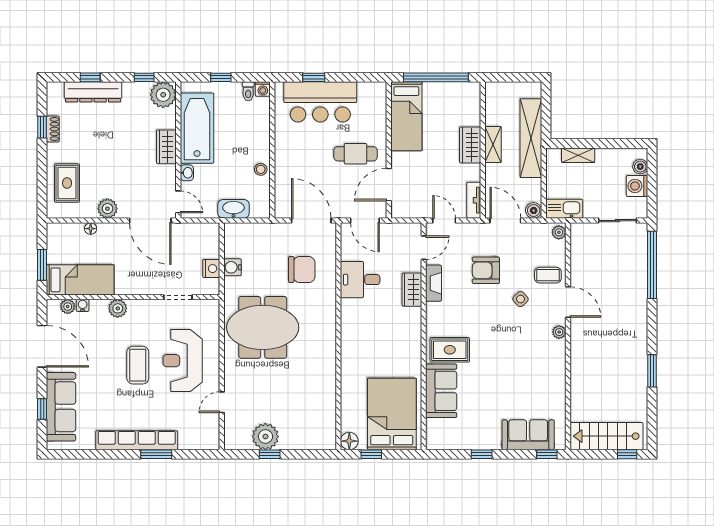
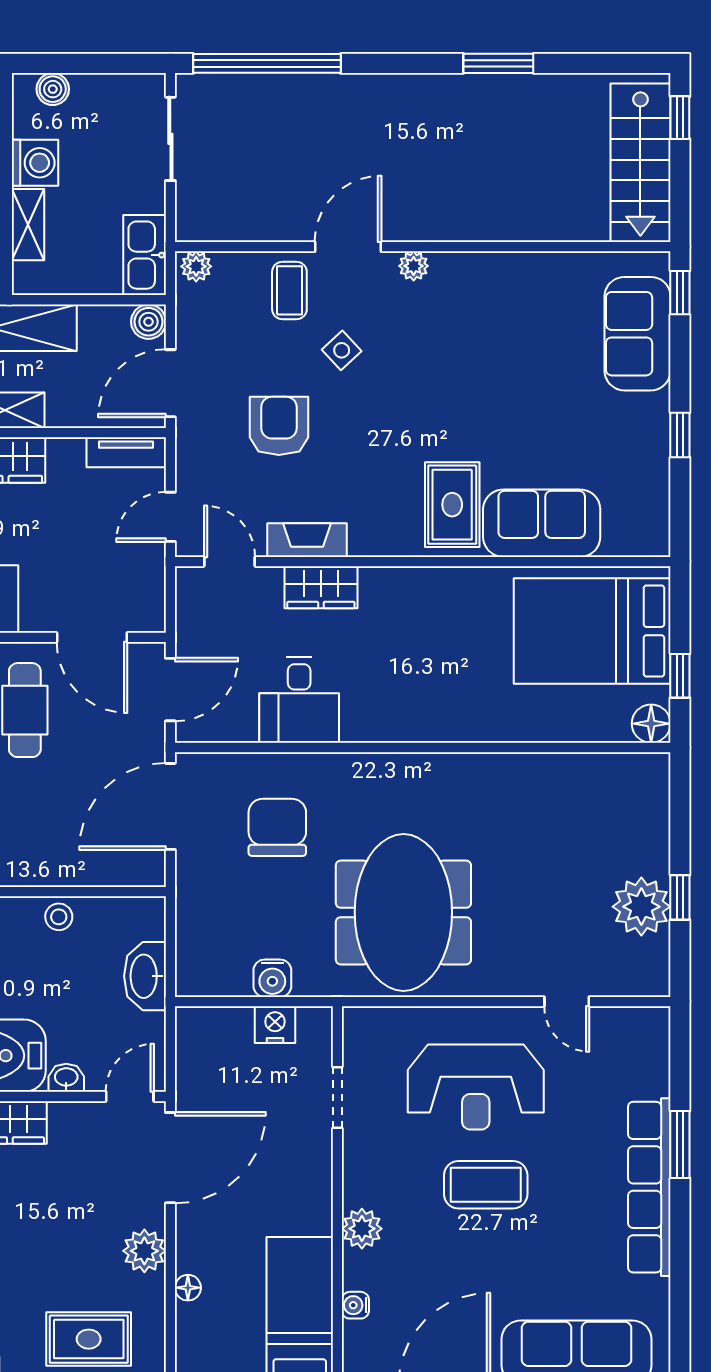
washing machine: (637, 186) -> (35, 163), moved, turned -90
armchair: (486, 270) -> (279, 426), turned 180
plant: (68, 307) -> (358, 1338), removed

